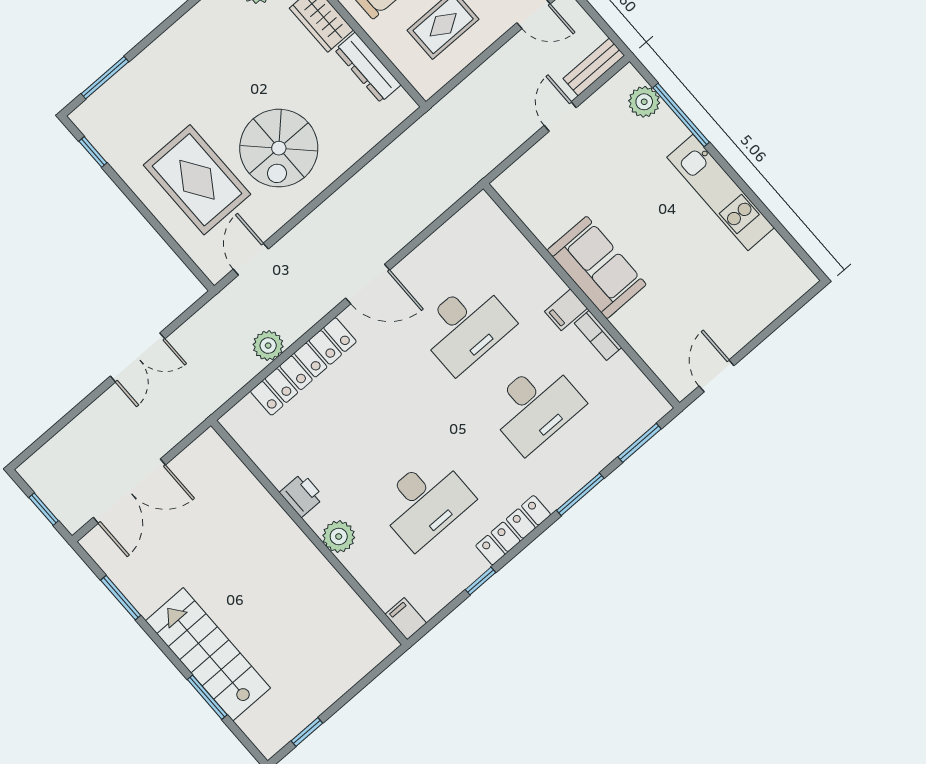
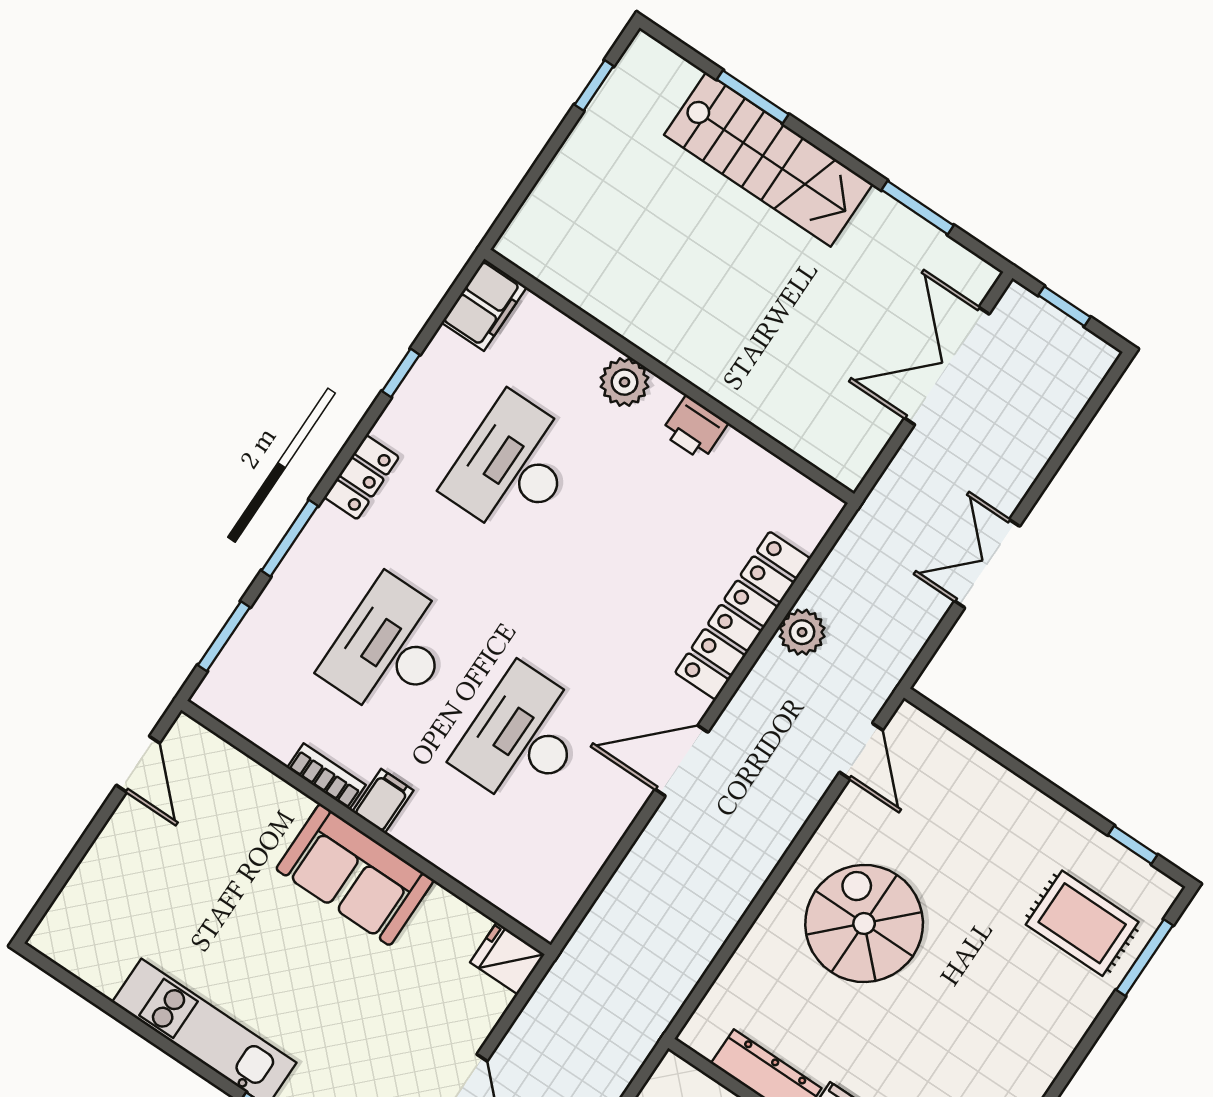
rug: (197, 180) -> (1082, 923), moved, width x0.73, depth x0.70
fridge: (513, 187) -> (507, 958), added
locker: (513, 530) -> (362, 477), width x0.66
filing cabinet: (406, 619) -> (484, 305), width x2.00

